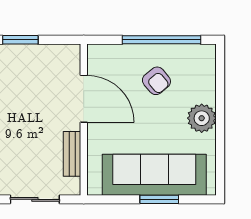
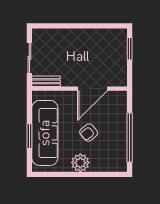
armchair: (156, 81) -> (89, 133), moved
bench: (72, 154) -> (46, 81), moved

